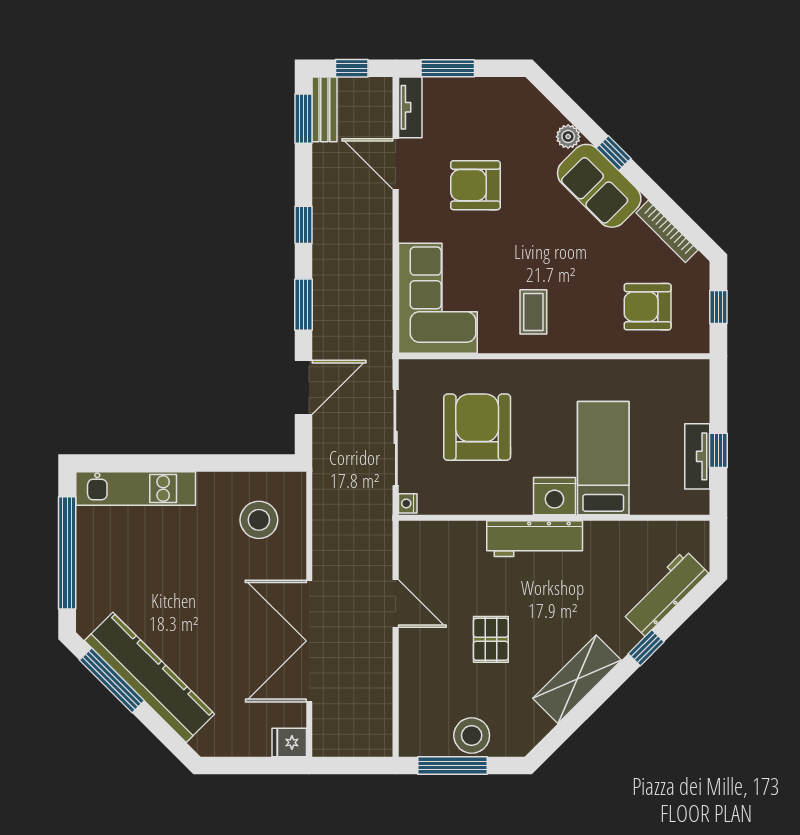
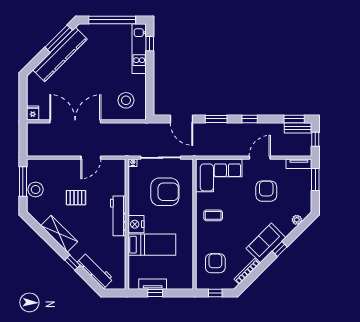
plant: (568, 137) -> (297, 220), moved
door: (396, 164) -> (260, 158), moved
window: (124, 463) -> (150, 44), added

